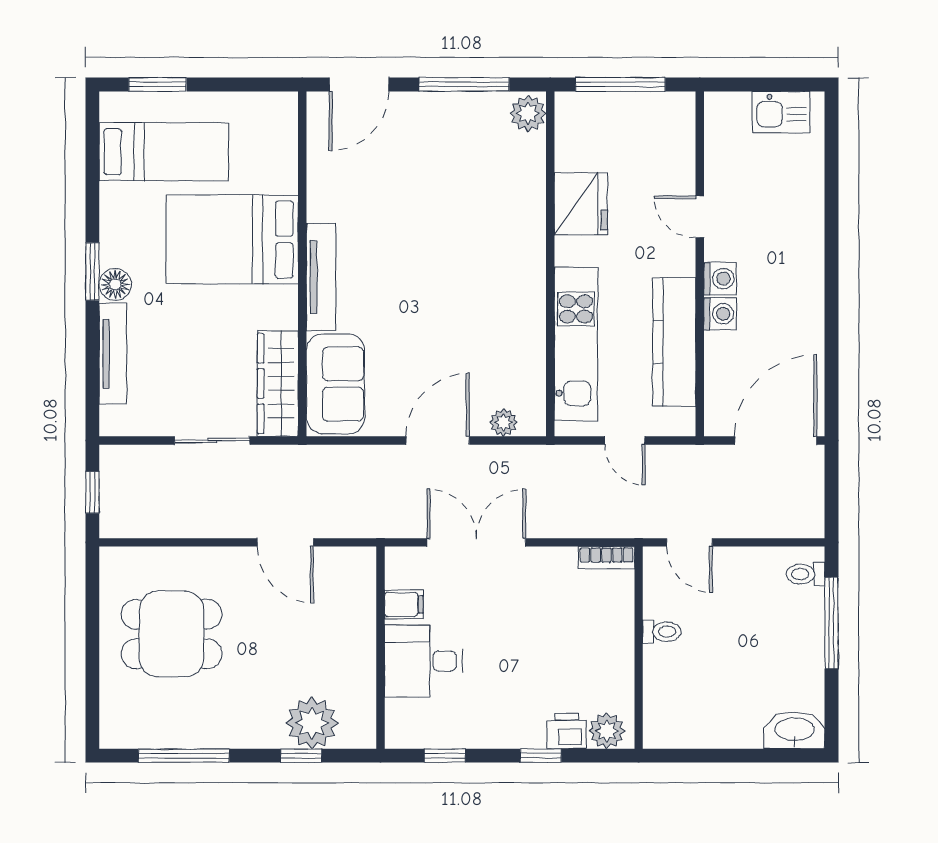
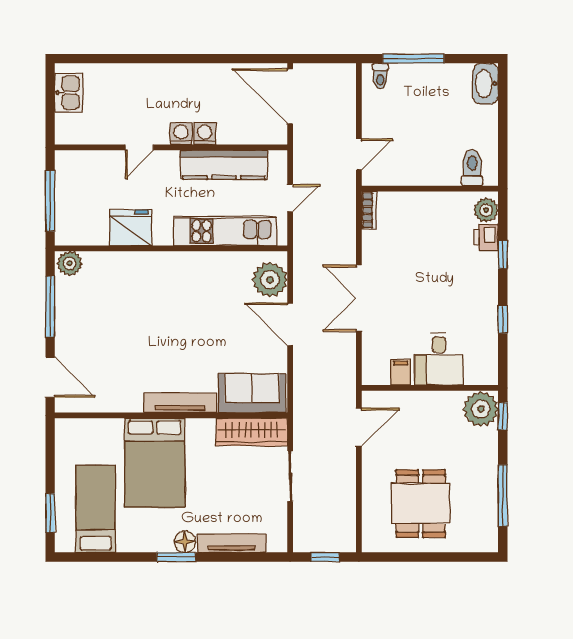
plant: (504, 423) -> (270, 280), width x1.87, depth x1.87
filing cabinet: (404, 604) -> (401, 372), moved
toilet: (662, 632) -> (472, 168), moved, width x1.37, depth x1.39
wall: (380, 648) -> (430, 388), moved
desk: (423, 661) -> (439, 359), moved

